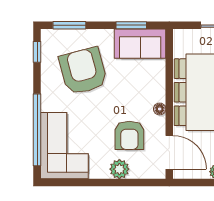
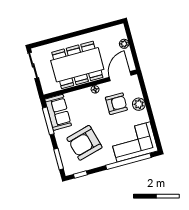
window: (131, 25) -> (48, 121), width x1.44

